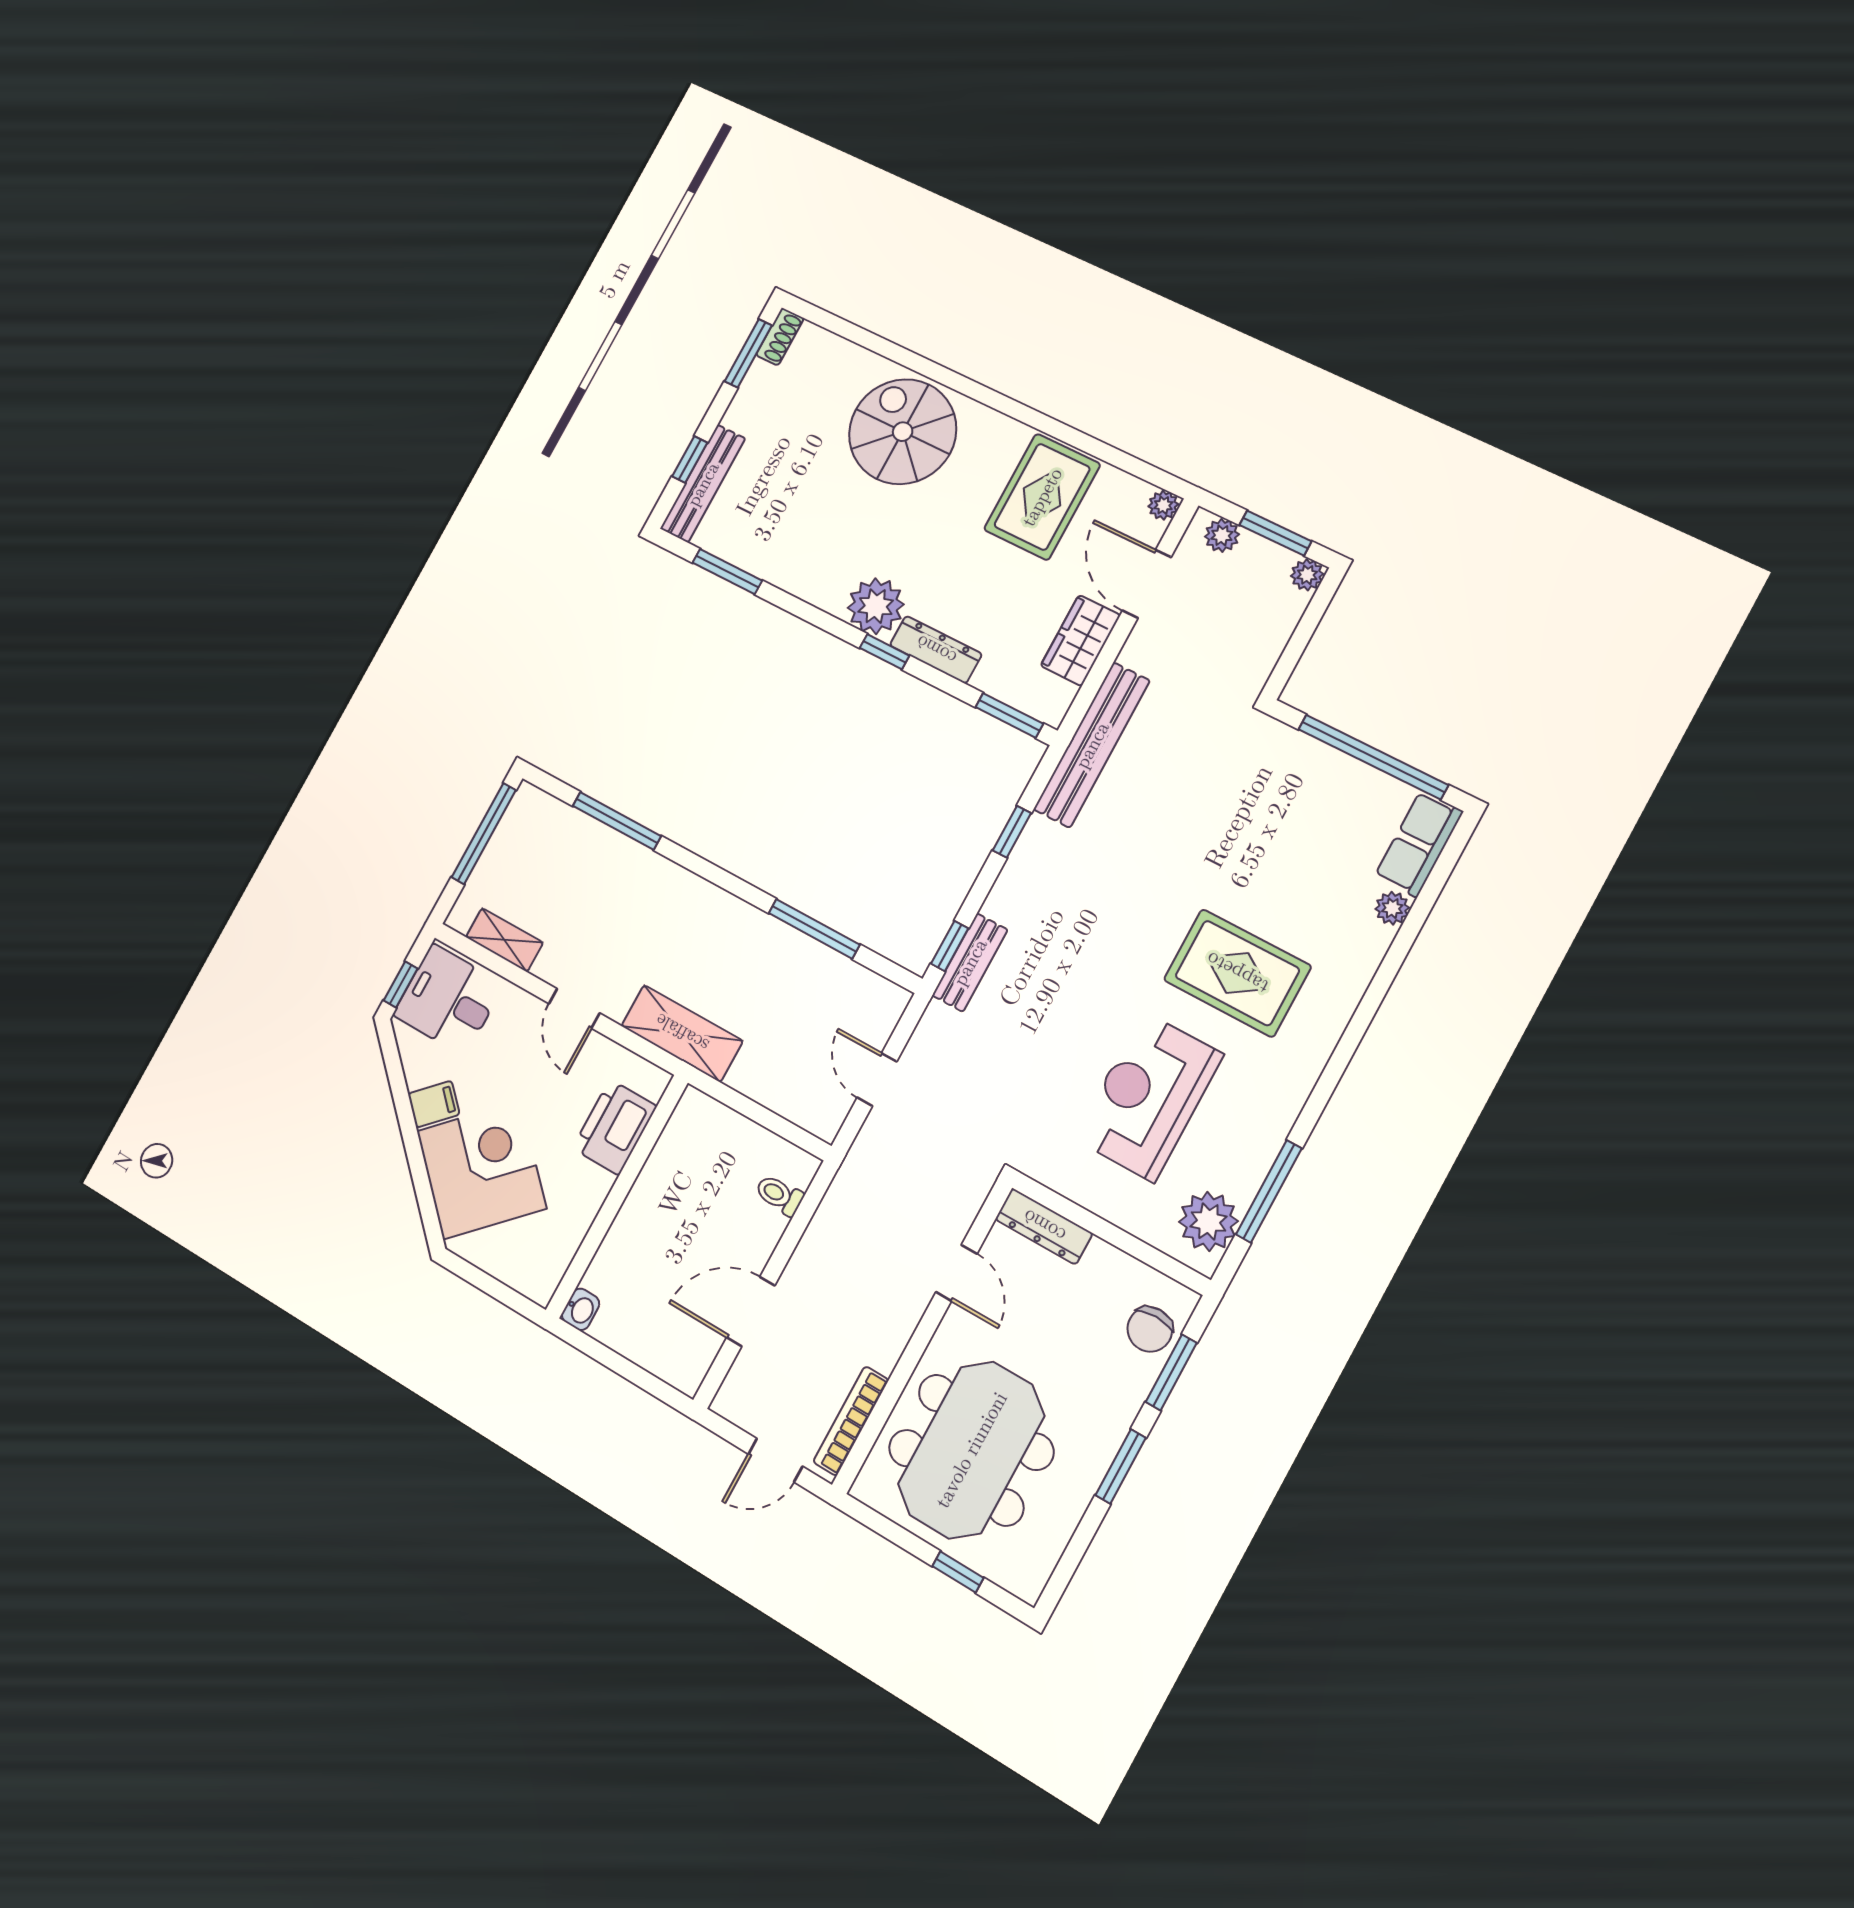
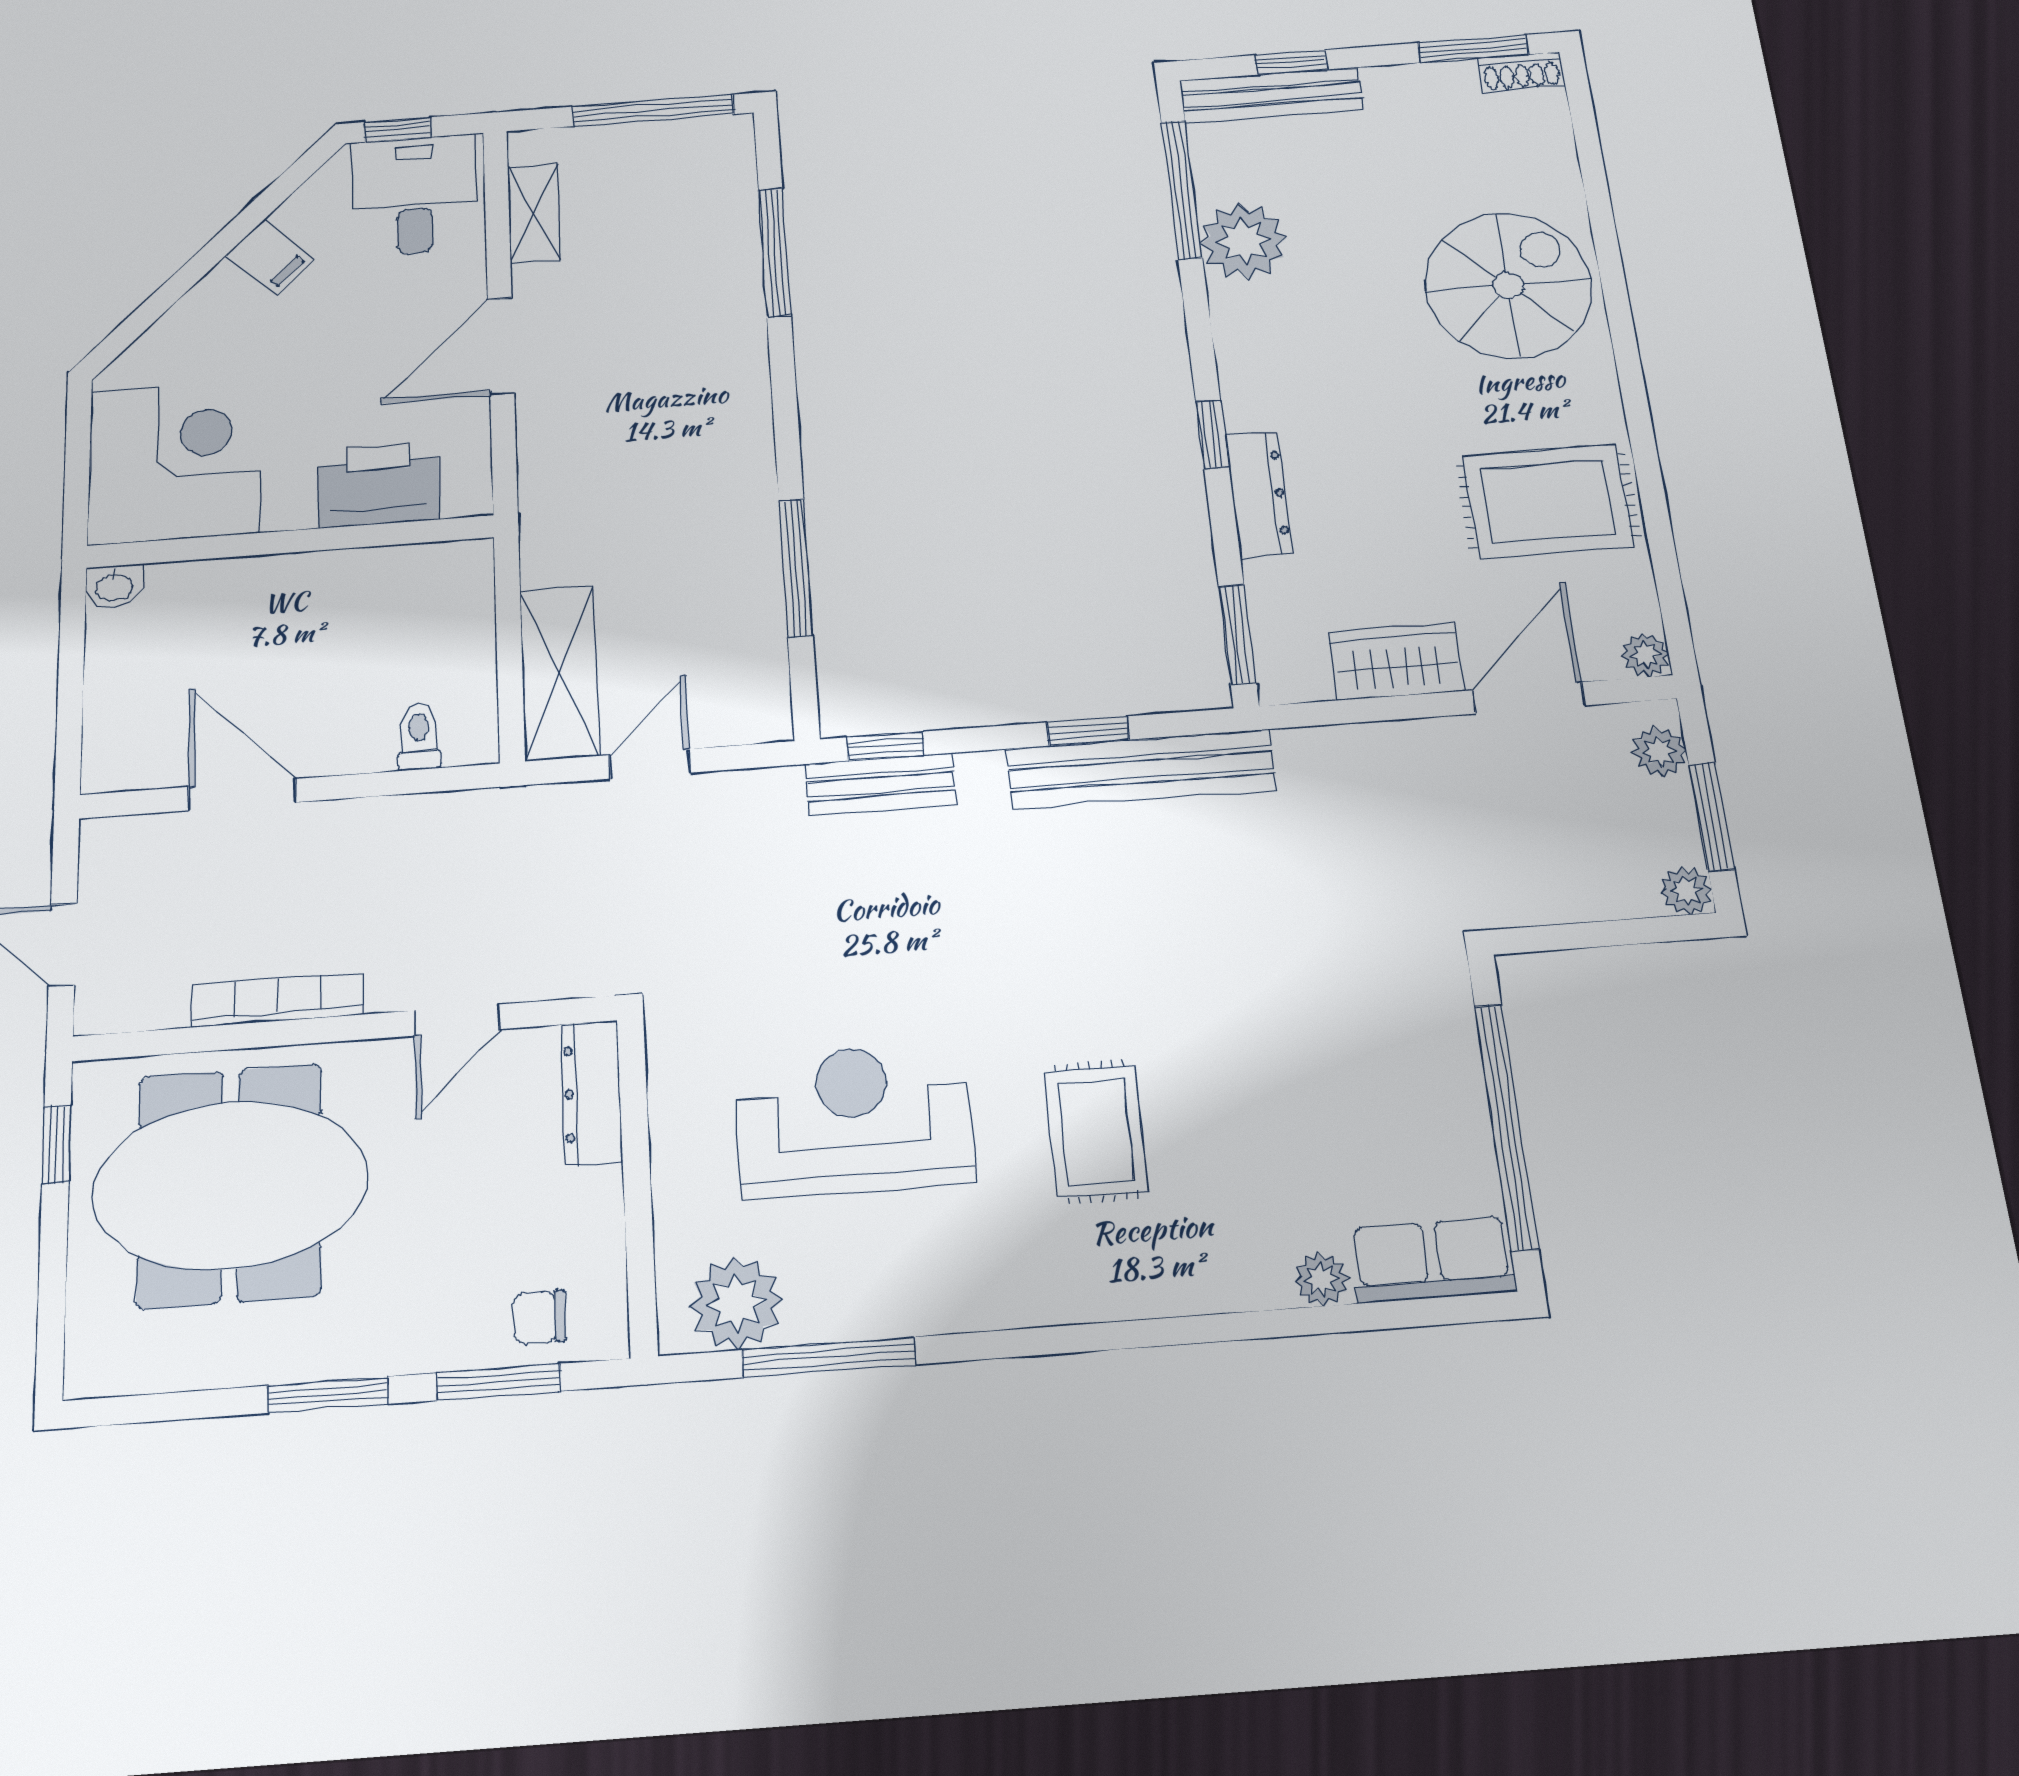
window: (727, 572) -> (1182, 189), width x1.44
plant: (876, 606) -> (1244, 241), moved
bench: (1092, 745) -> (1141, 769), moved
rug: (1237, 973) -> (1096, 1131), width x0.73, depth x0.70
door: (574, 1008) -> (501, 346), width x1.38
shelving: (682, 1033) -> (559, 673), moved
corner desk: (481, 1170) -> (175, 462), moved, turned -45
chair: (1150, 1329) -> (540, 1317), width x0.73, depth x0.73
bookcase: (851, 1421) -> (278, 1000), moved
window: (958, 1572) -> (57, 1144), moved

